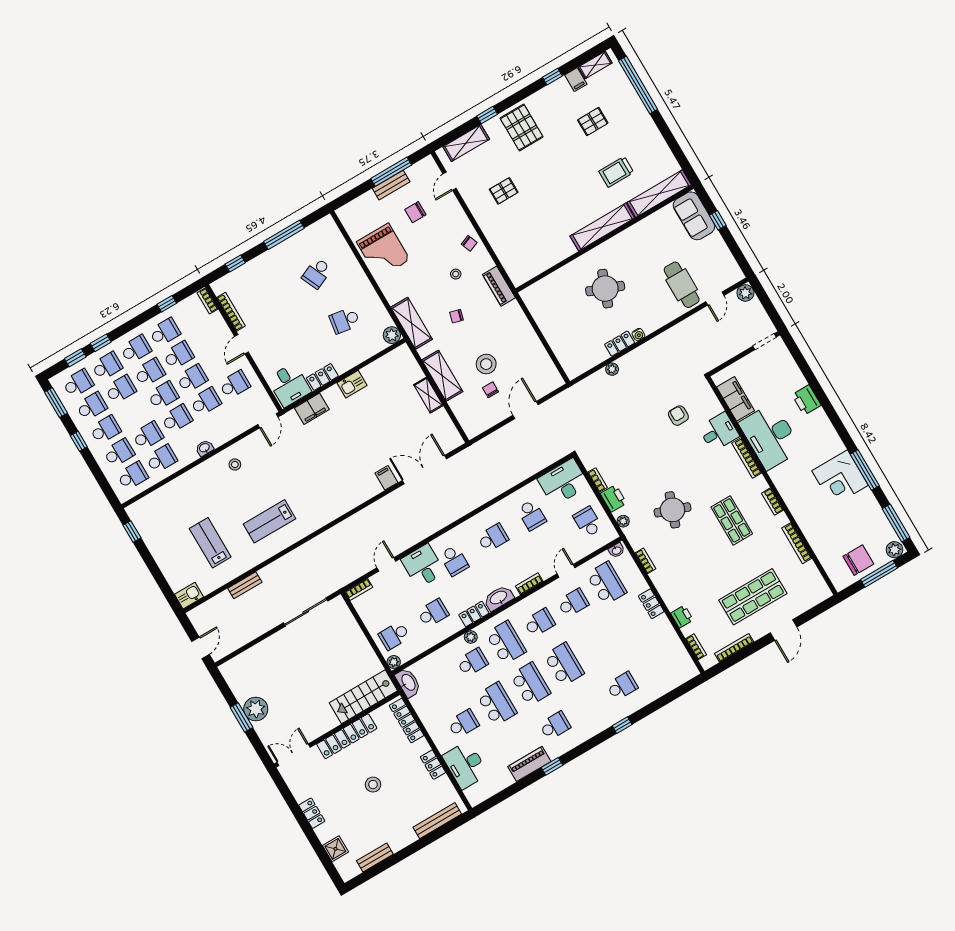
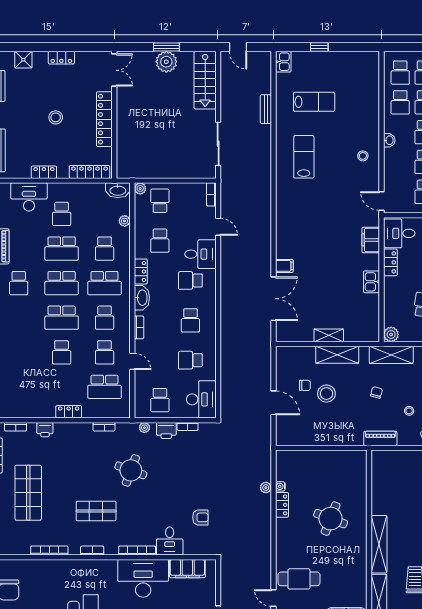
water cooler: (638, 335) -> (280, 486), moved
school desk: (588, 522) -> (160, 400), turned 90
window: (132, 532) -> (319, 47), moved
washbasin: (616, 550) -> (125, 409), removed
plant: (471, 637) -> (125, 221), moved
school desk: (622, 686) -> (62, 352), moved
stairs: (363, 697) -> (205, 80), moved, turned 180

